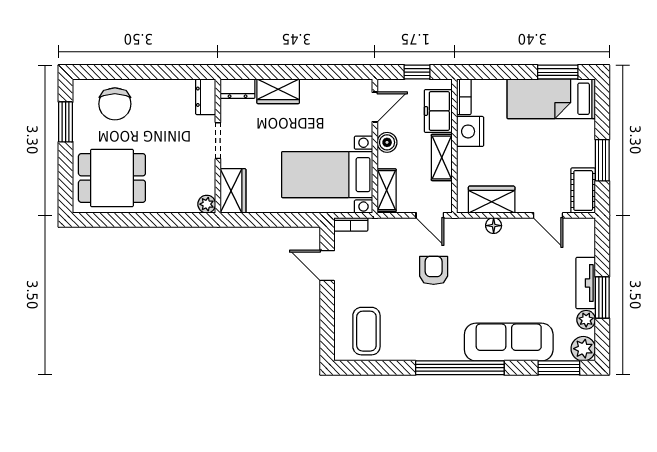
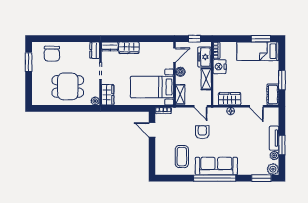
dining table: (112, 178) -> (68, 86), moved
coffee table: (366, 331) -> (182, 157), moved
sofa: (509, 342) -> (216, 166), moved

